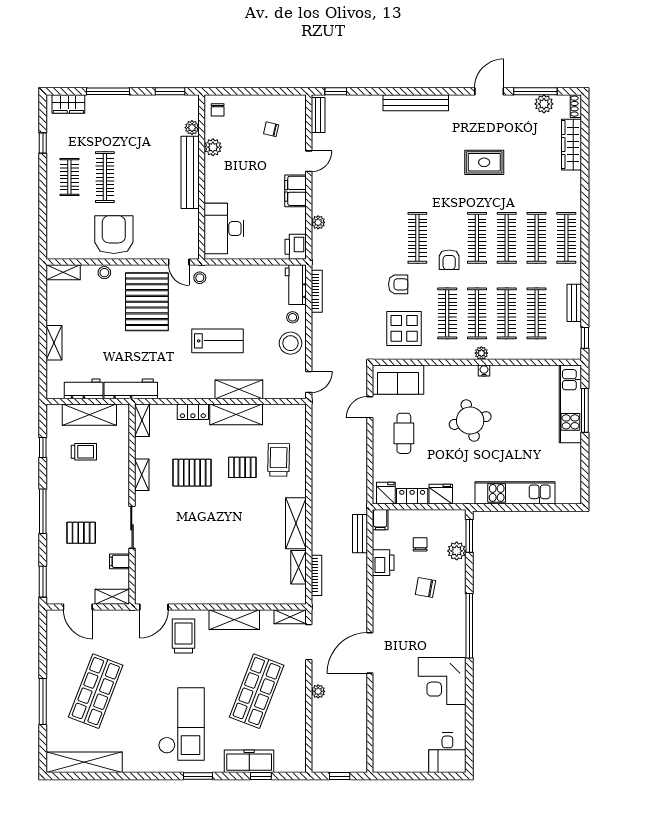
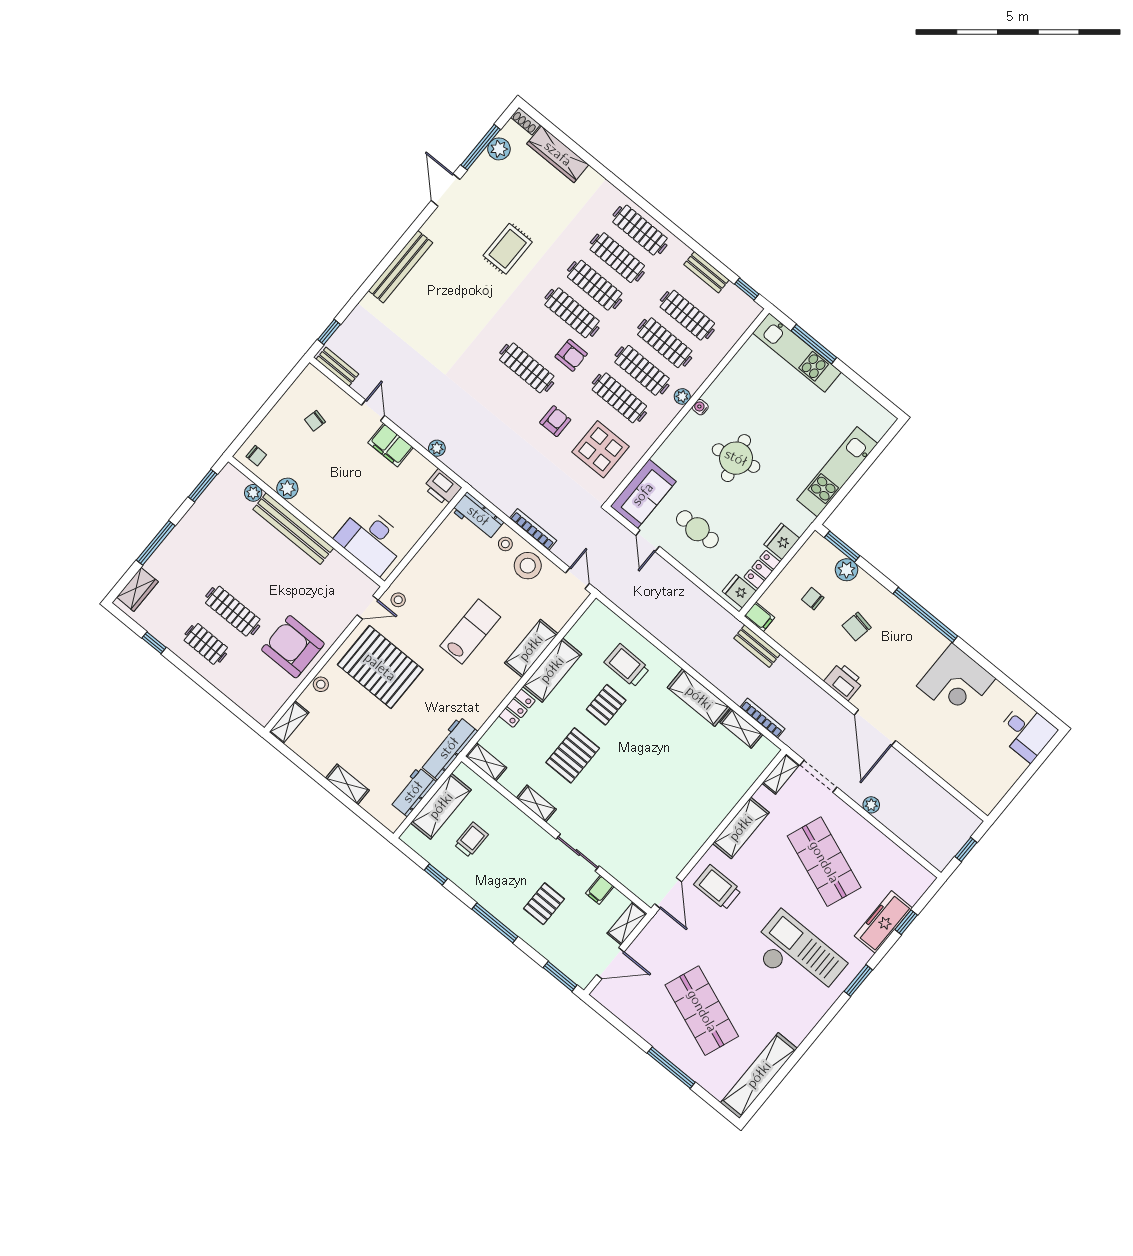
bookcase: (317, 291) -> (533, 529), moved
printer: (383, 563) -> (844, 681), moved

